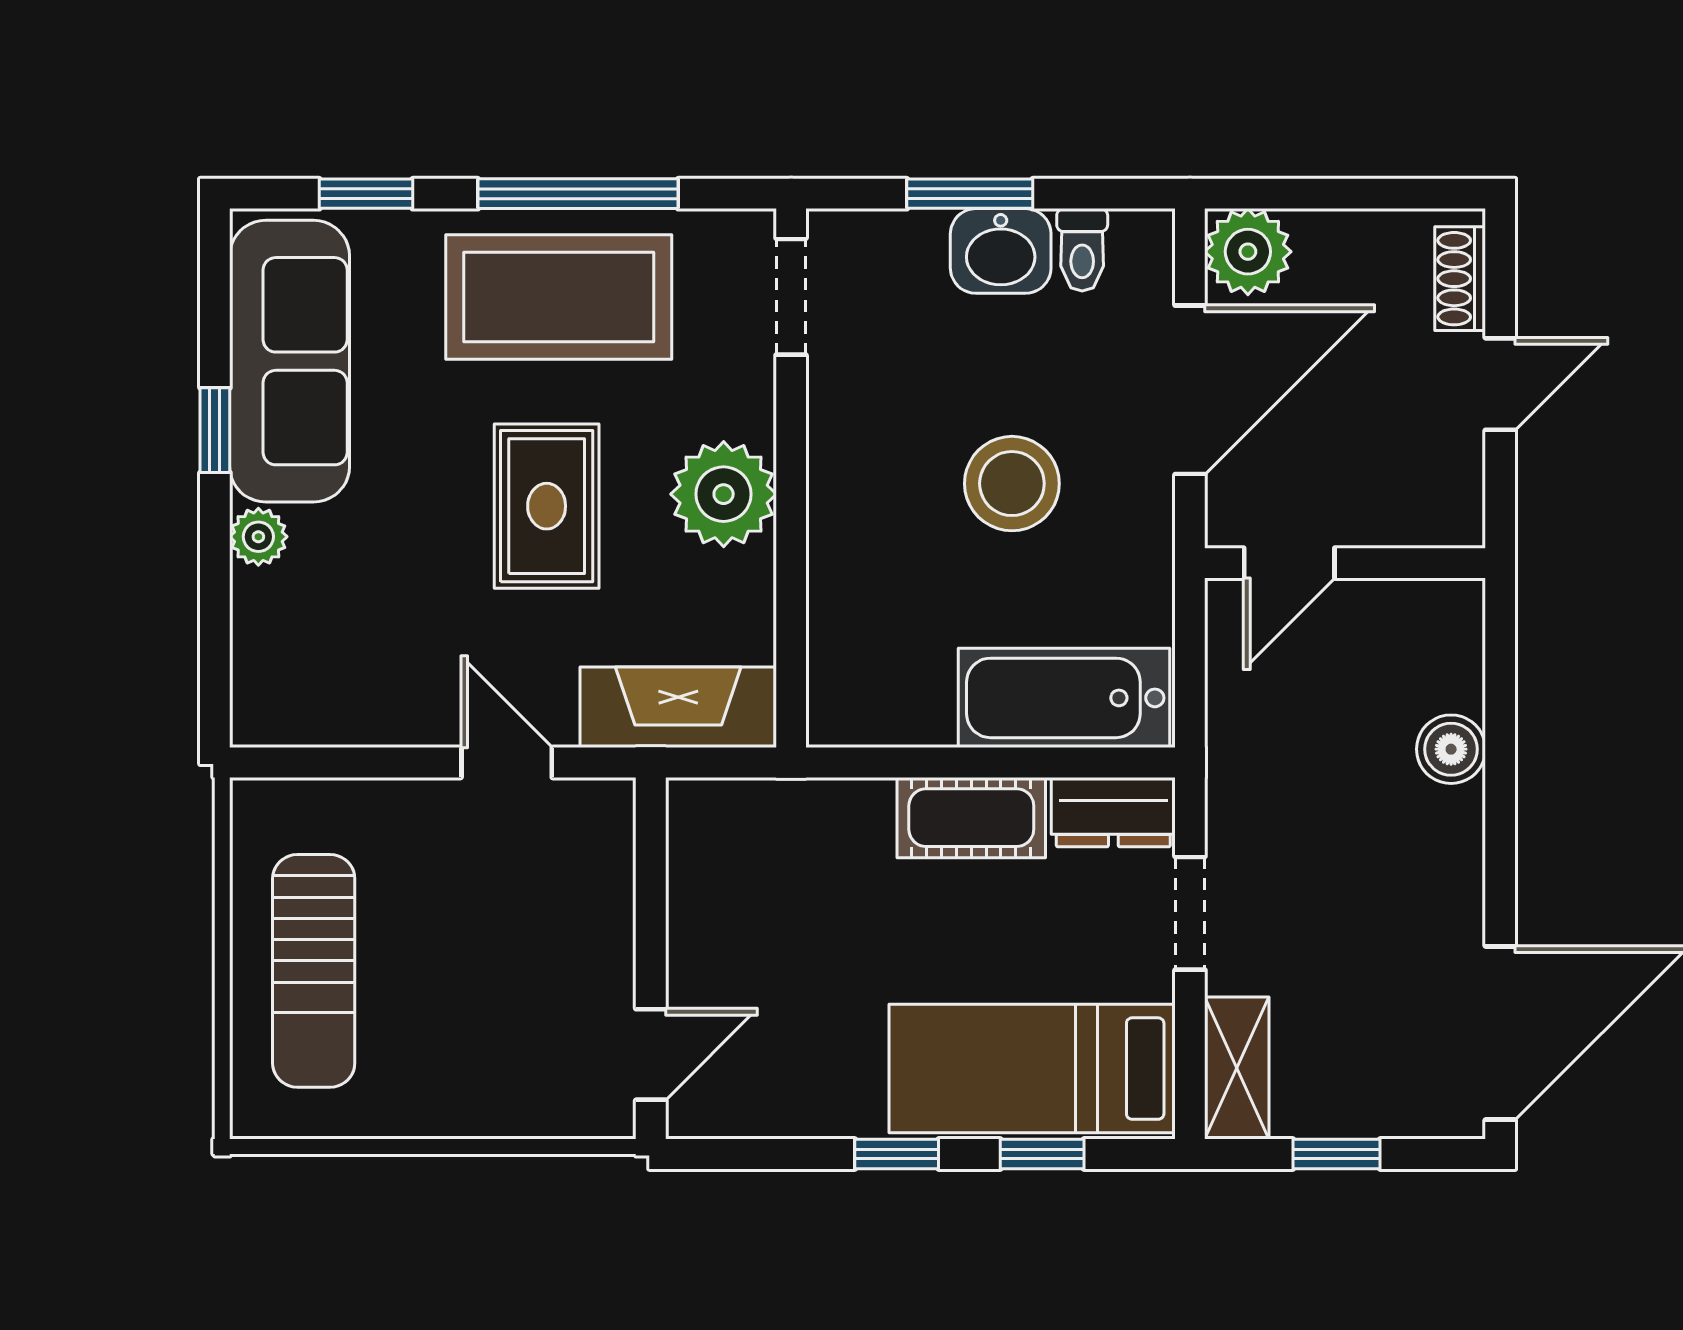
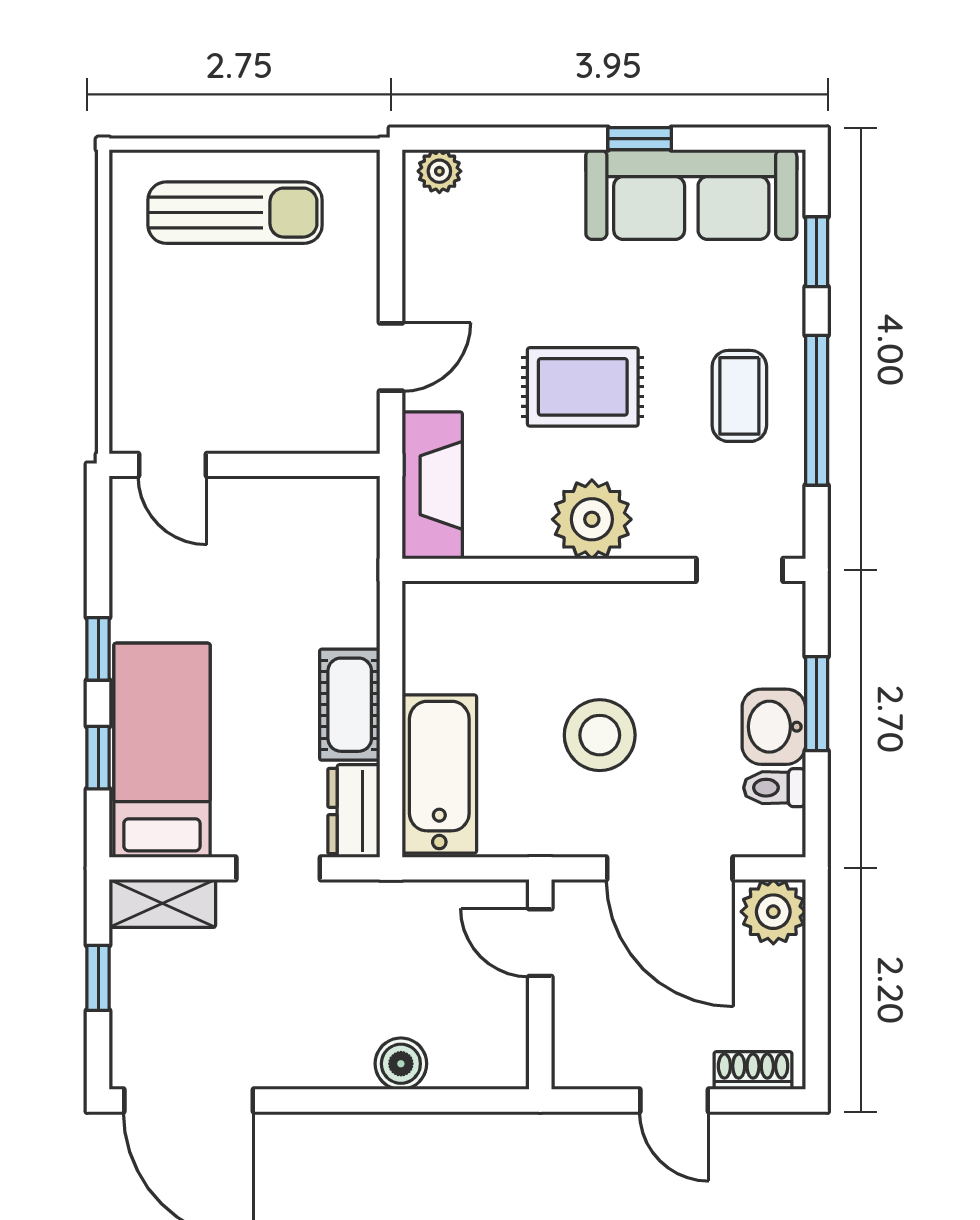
coffee table: (559, 297) -> (739, 396), width x0.54, depth x0.58
plant: (258, 537) -> (439, 171), moved
sun lounger: (314, 971) -> (235, 213), turned 180

